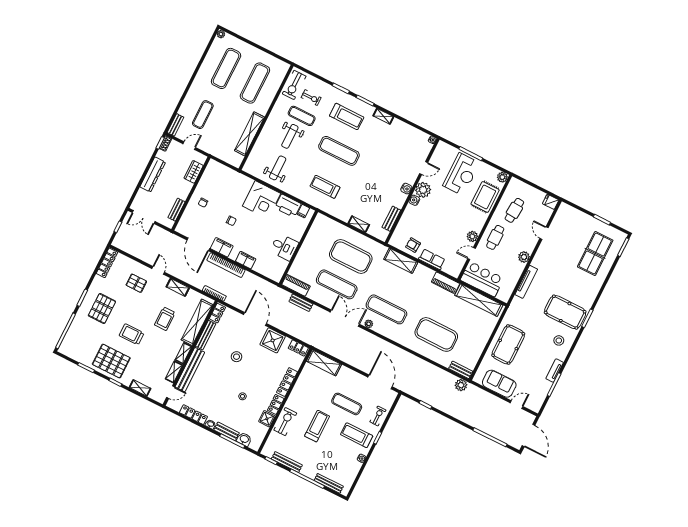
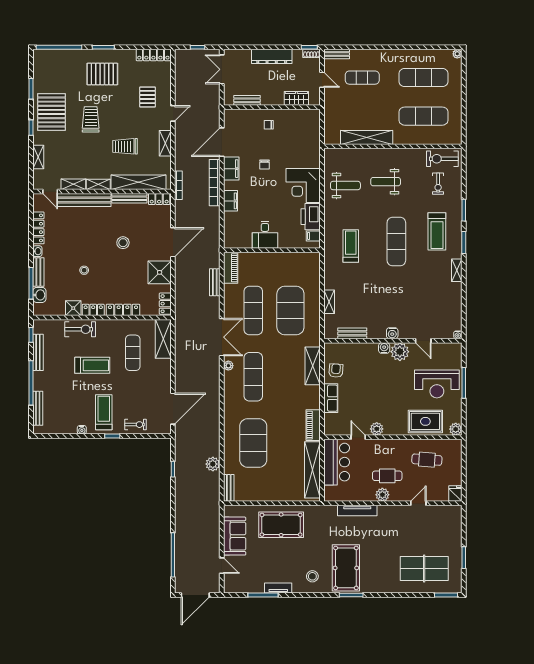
exercise mat: (302, 116) -> (414, 183), removed
cafe table: (495, 237) -> (387, 476), moved
plant: (461, 385) -> (213, 464), moved
exercise mat: (347, 404) -> (133, 353), moved

